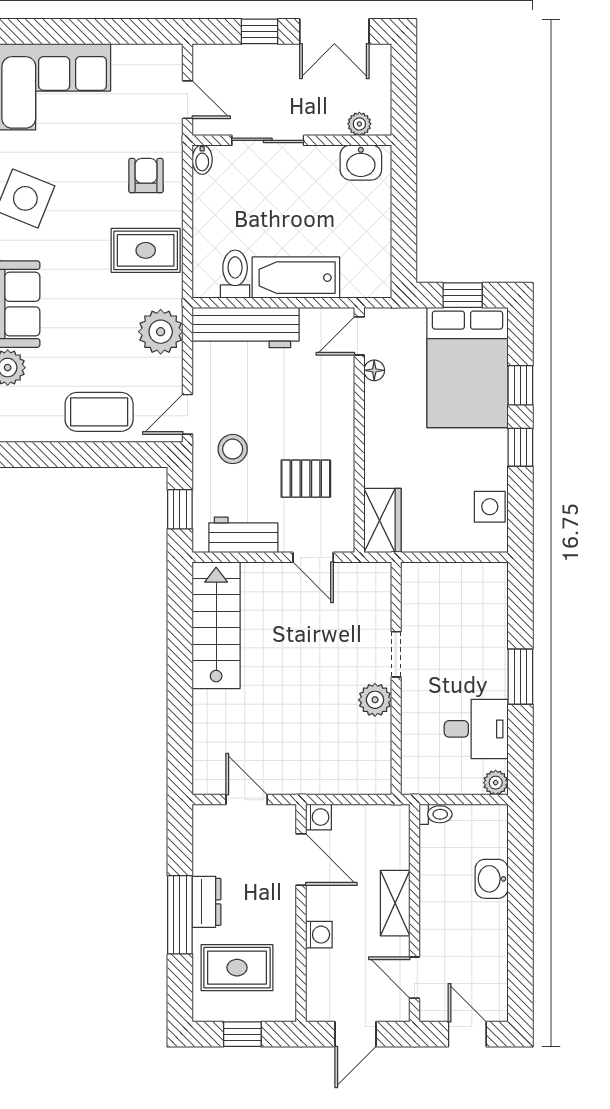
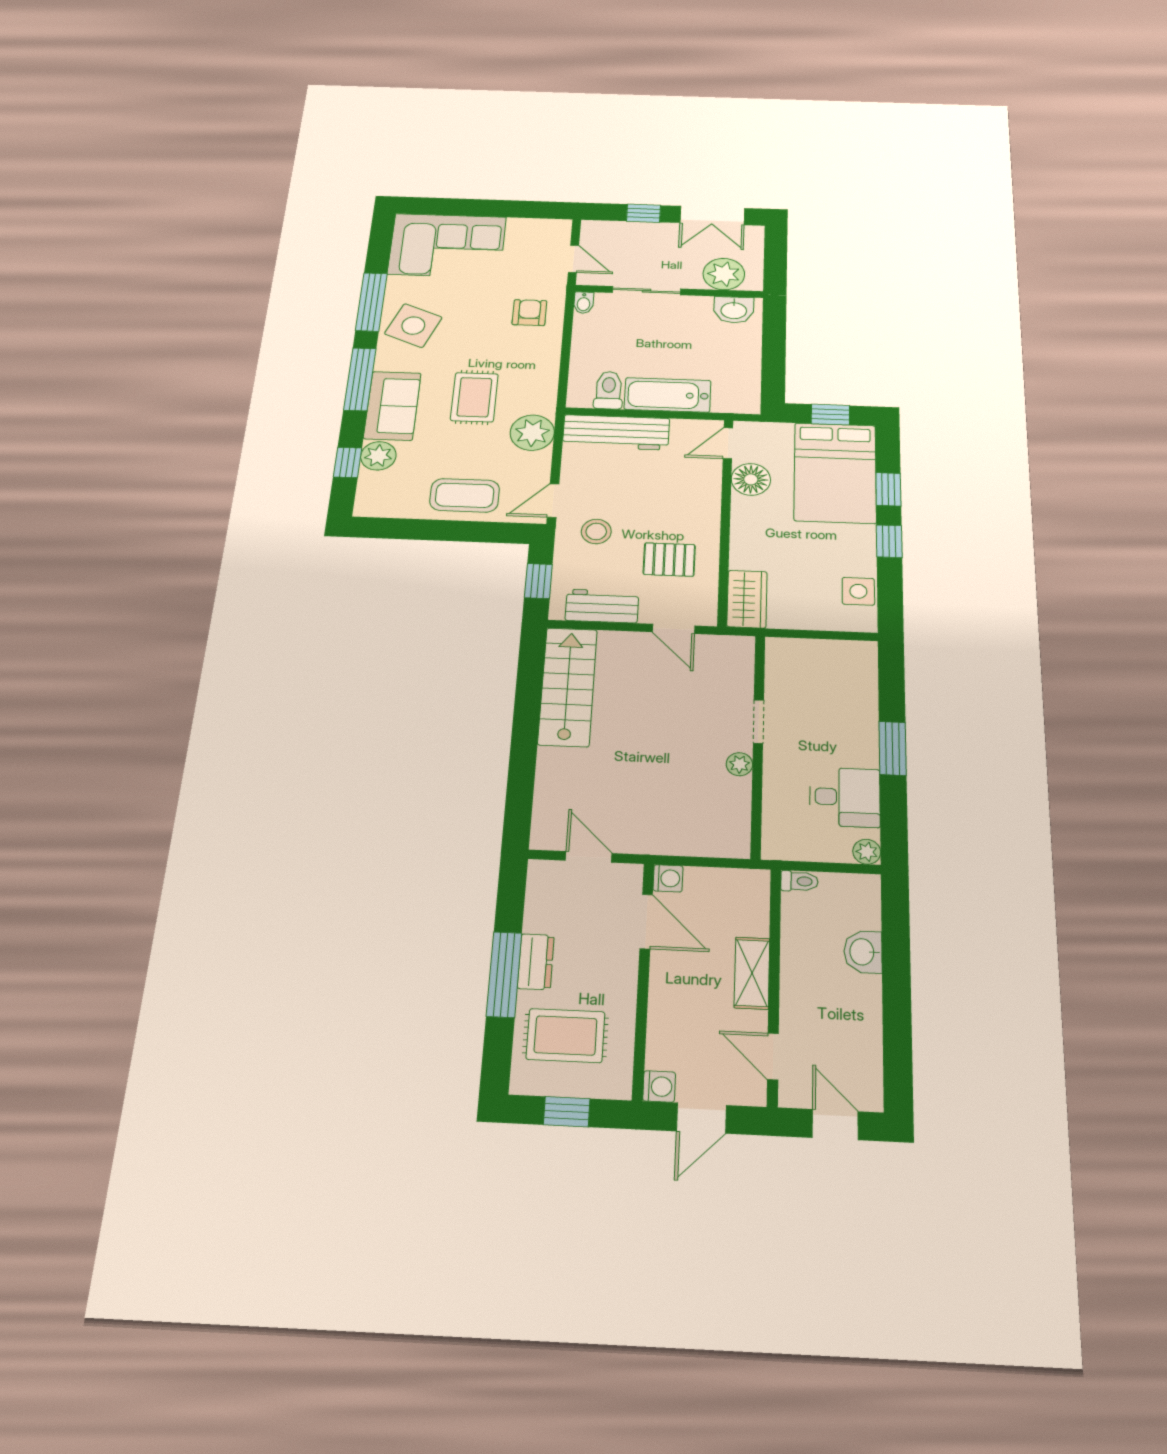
plant: (359, 124) -> (724, 274), width x1.88, depth x1.88
rug: (146, 250) -> (474, 397), moved, turned 90
floor lamp: (374, 370) -> (751, 479), width x1.89, depth x1.89
plant: (375, 700) -> (739, 764), width x0.73, depth x0.73
washing machine: (319, 935) -> (659, 1087), moved

